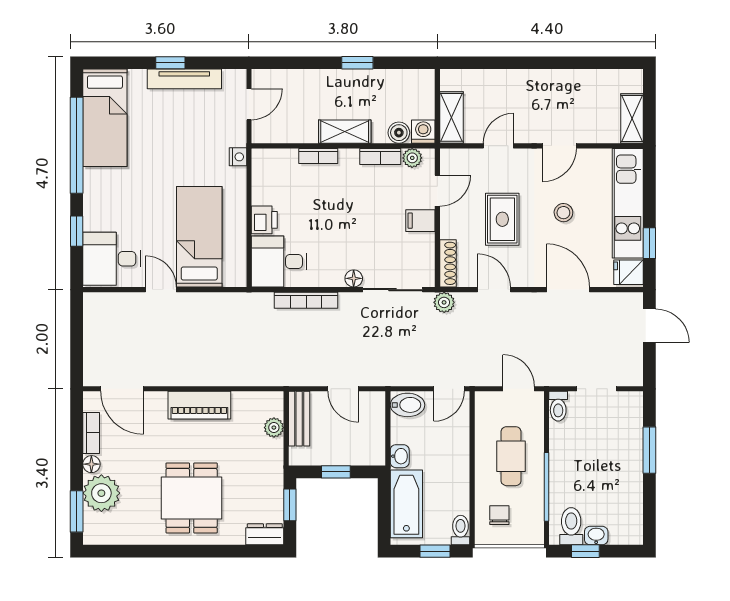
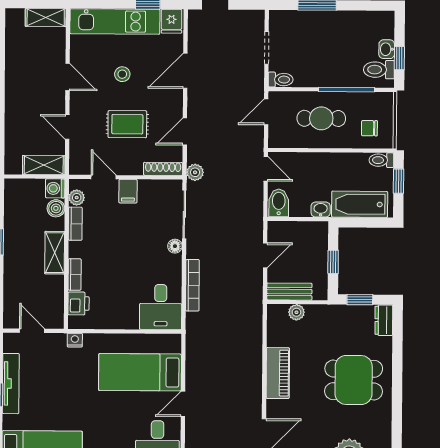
printer: (264, 220) -> (78, 303), moved, turned 90

